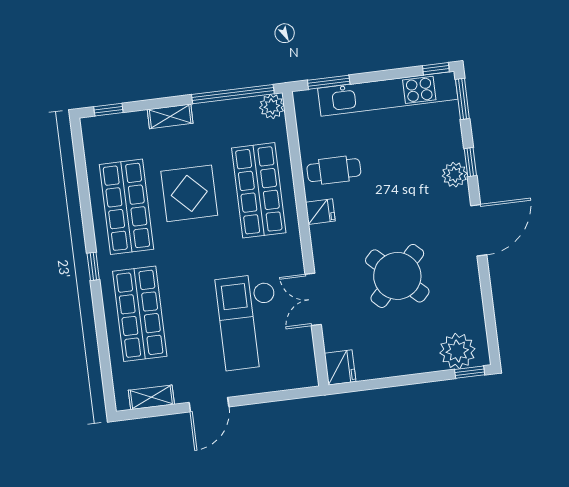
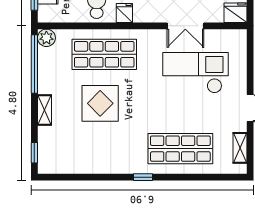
shop shelf: (126, 207) -> (104, 149), removed
checkout: (249, 322) -> (196, 73), turned 180

